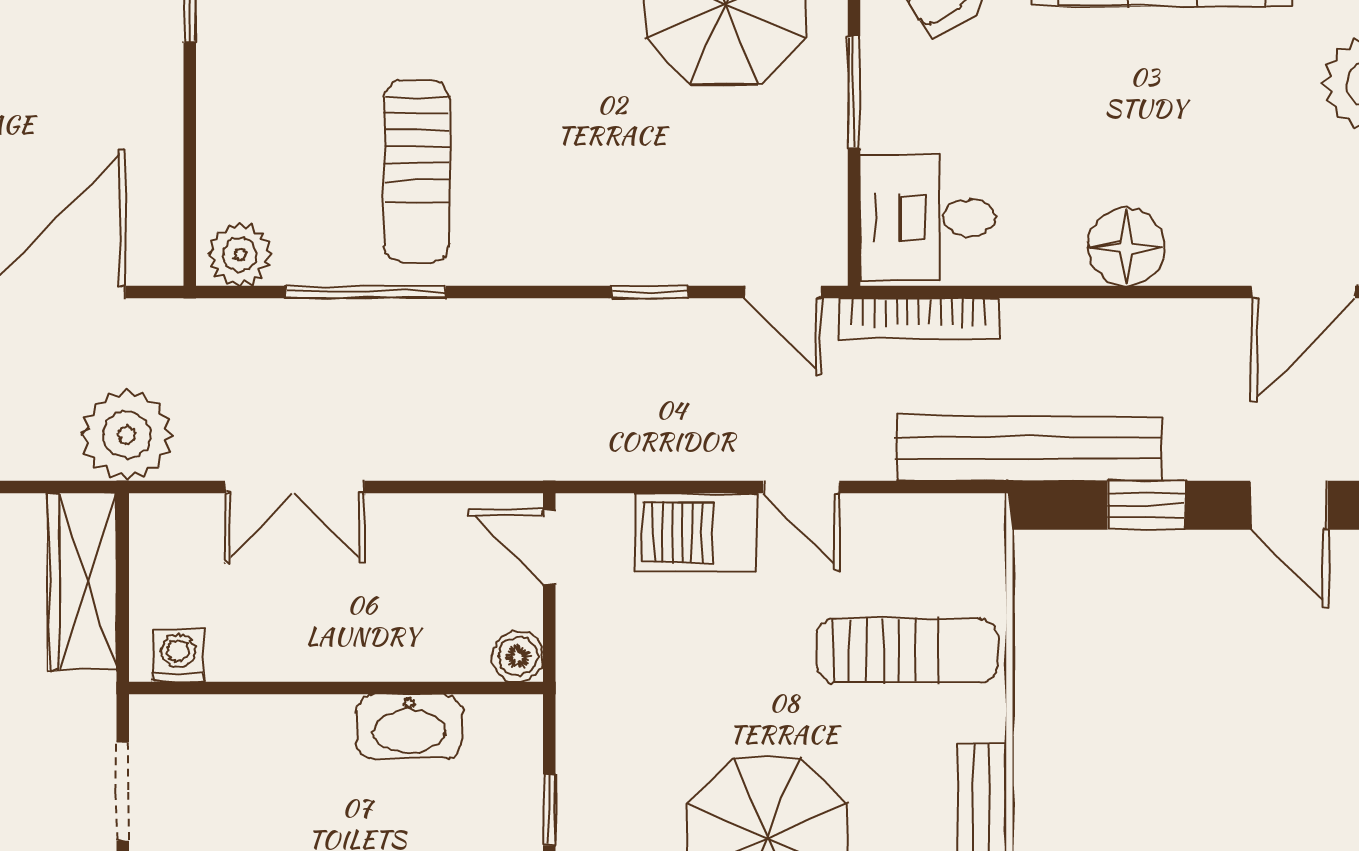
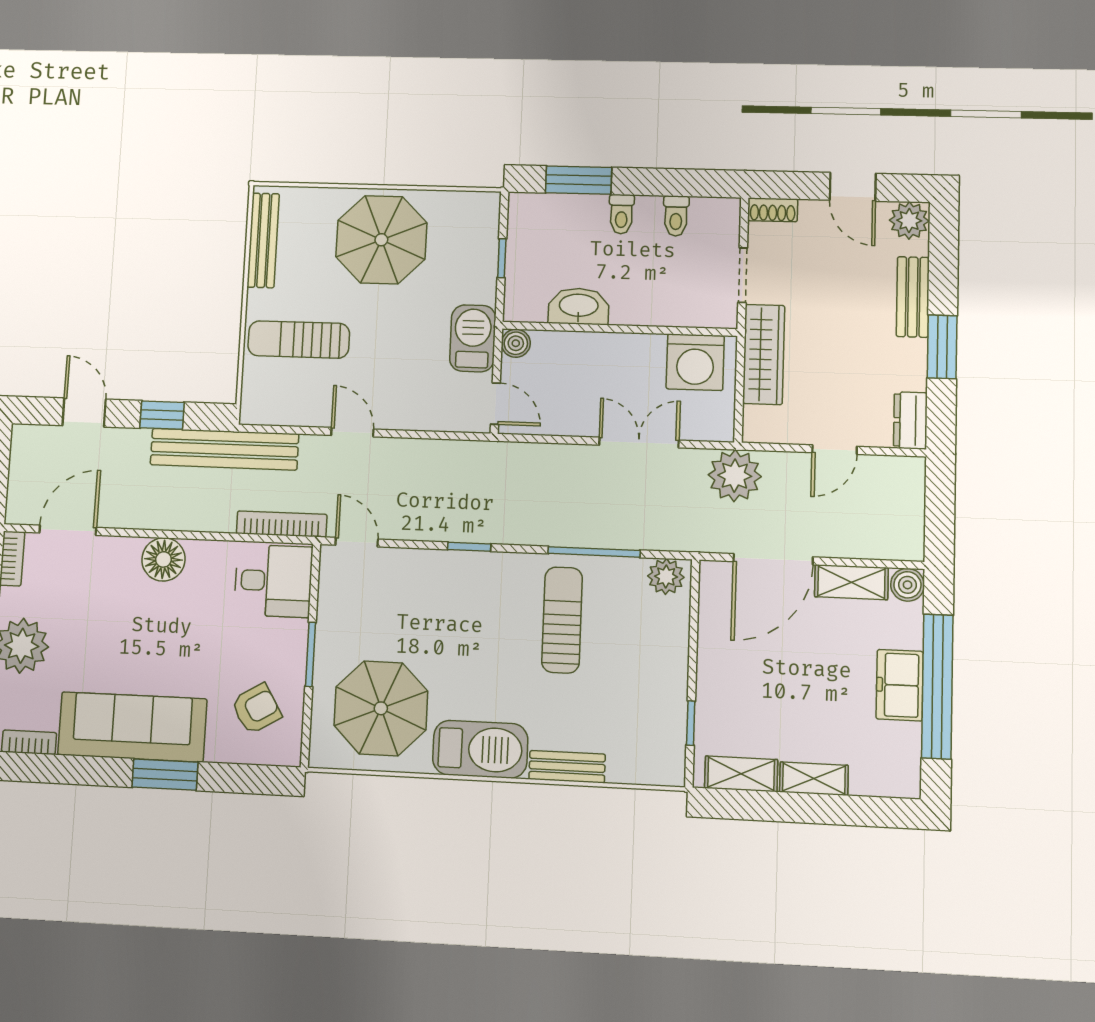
window: (650, 292) -> (469, 547), moved
barbecue: (696, 532) -> (473, 338), moved, turned -90
wardrobe: (82, 582) -> (764, 354), moved
washing machine: (178, 656) -> (695, 362), width x1.89, depth x1.89

